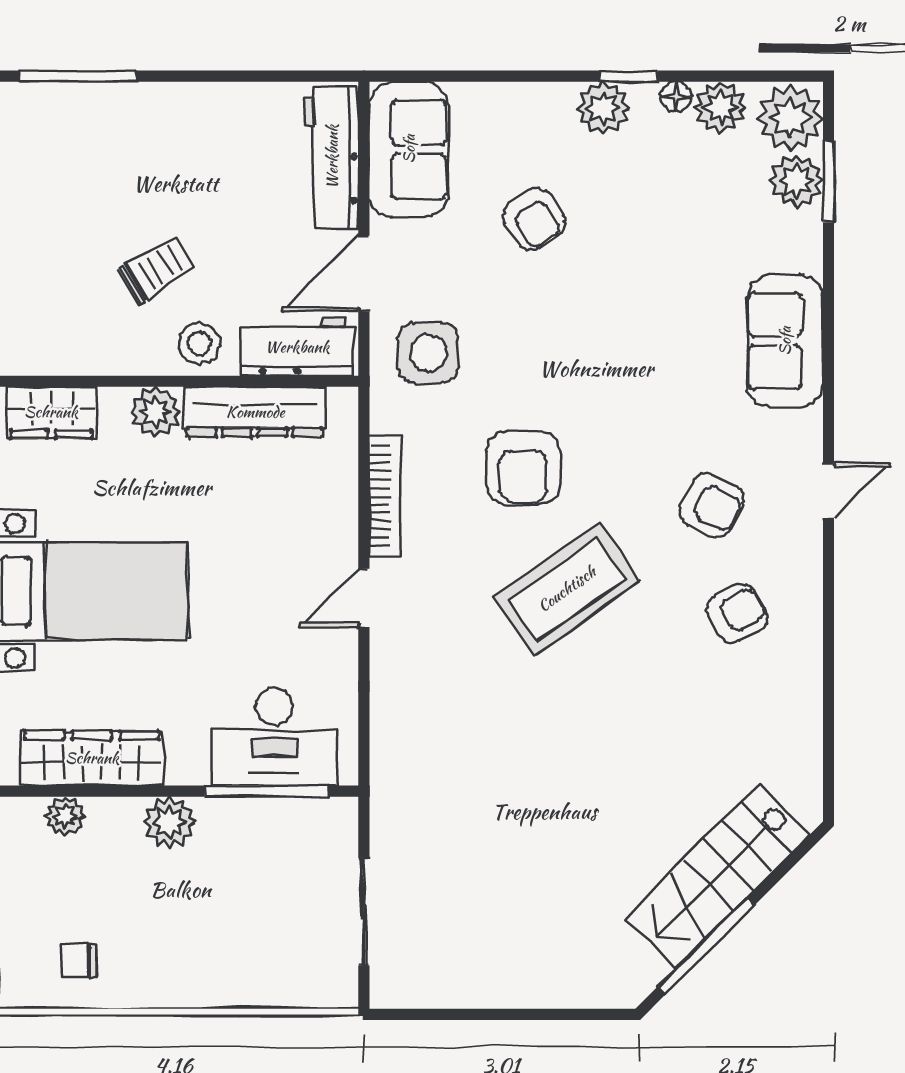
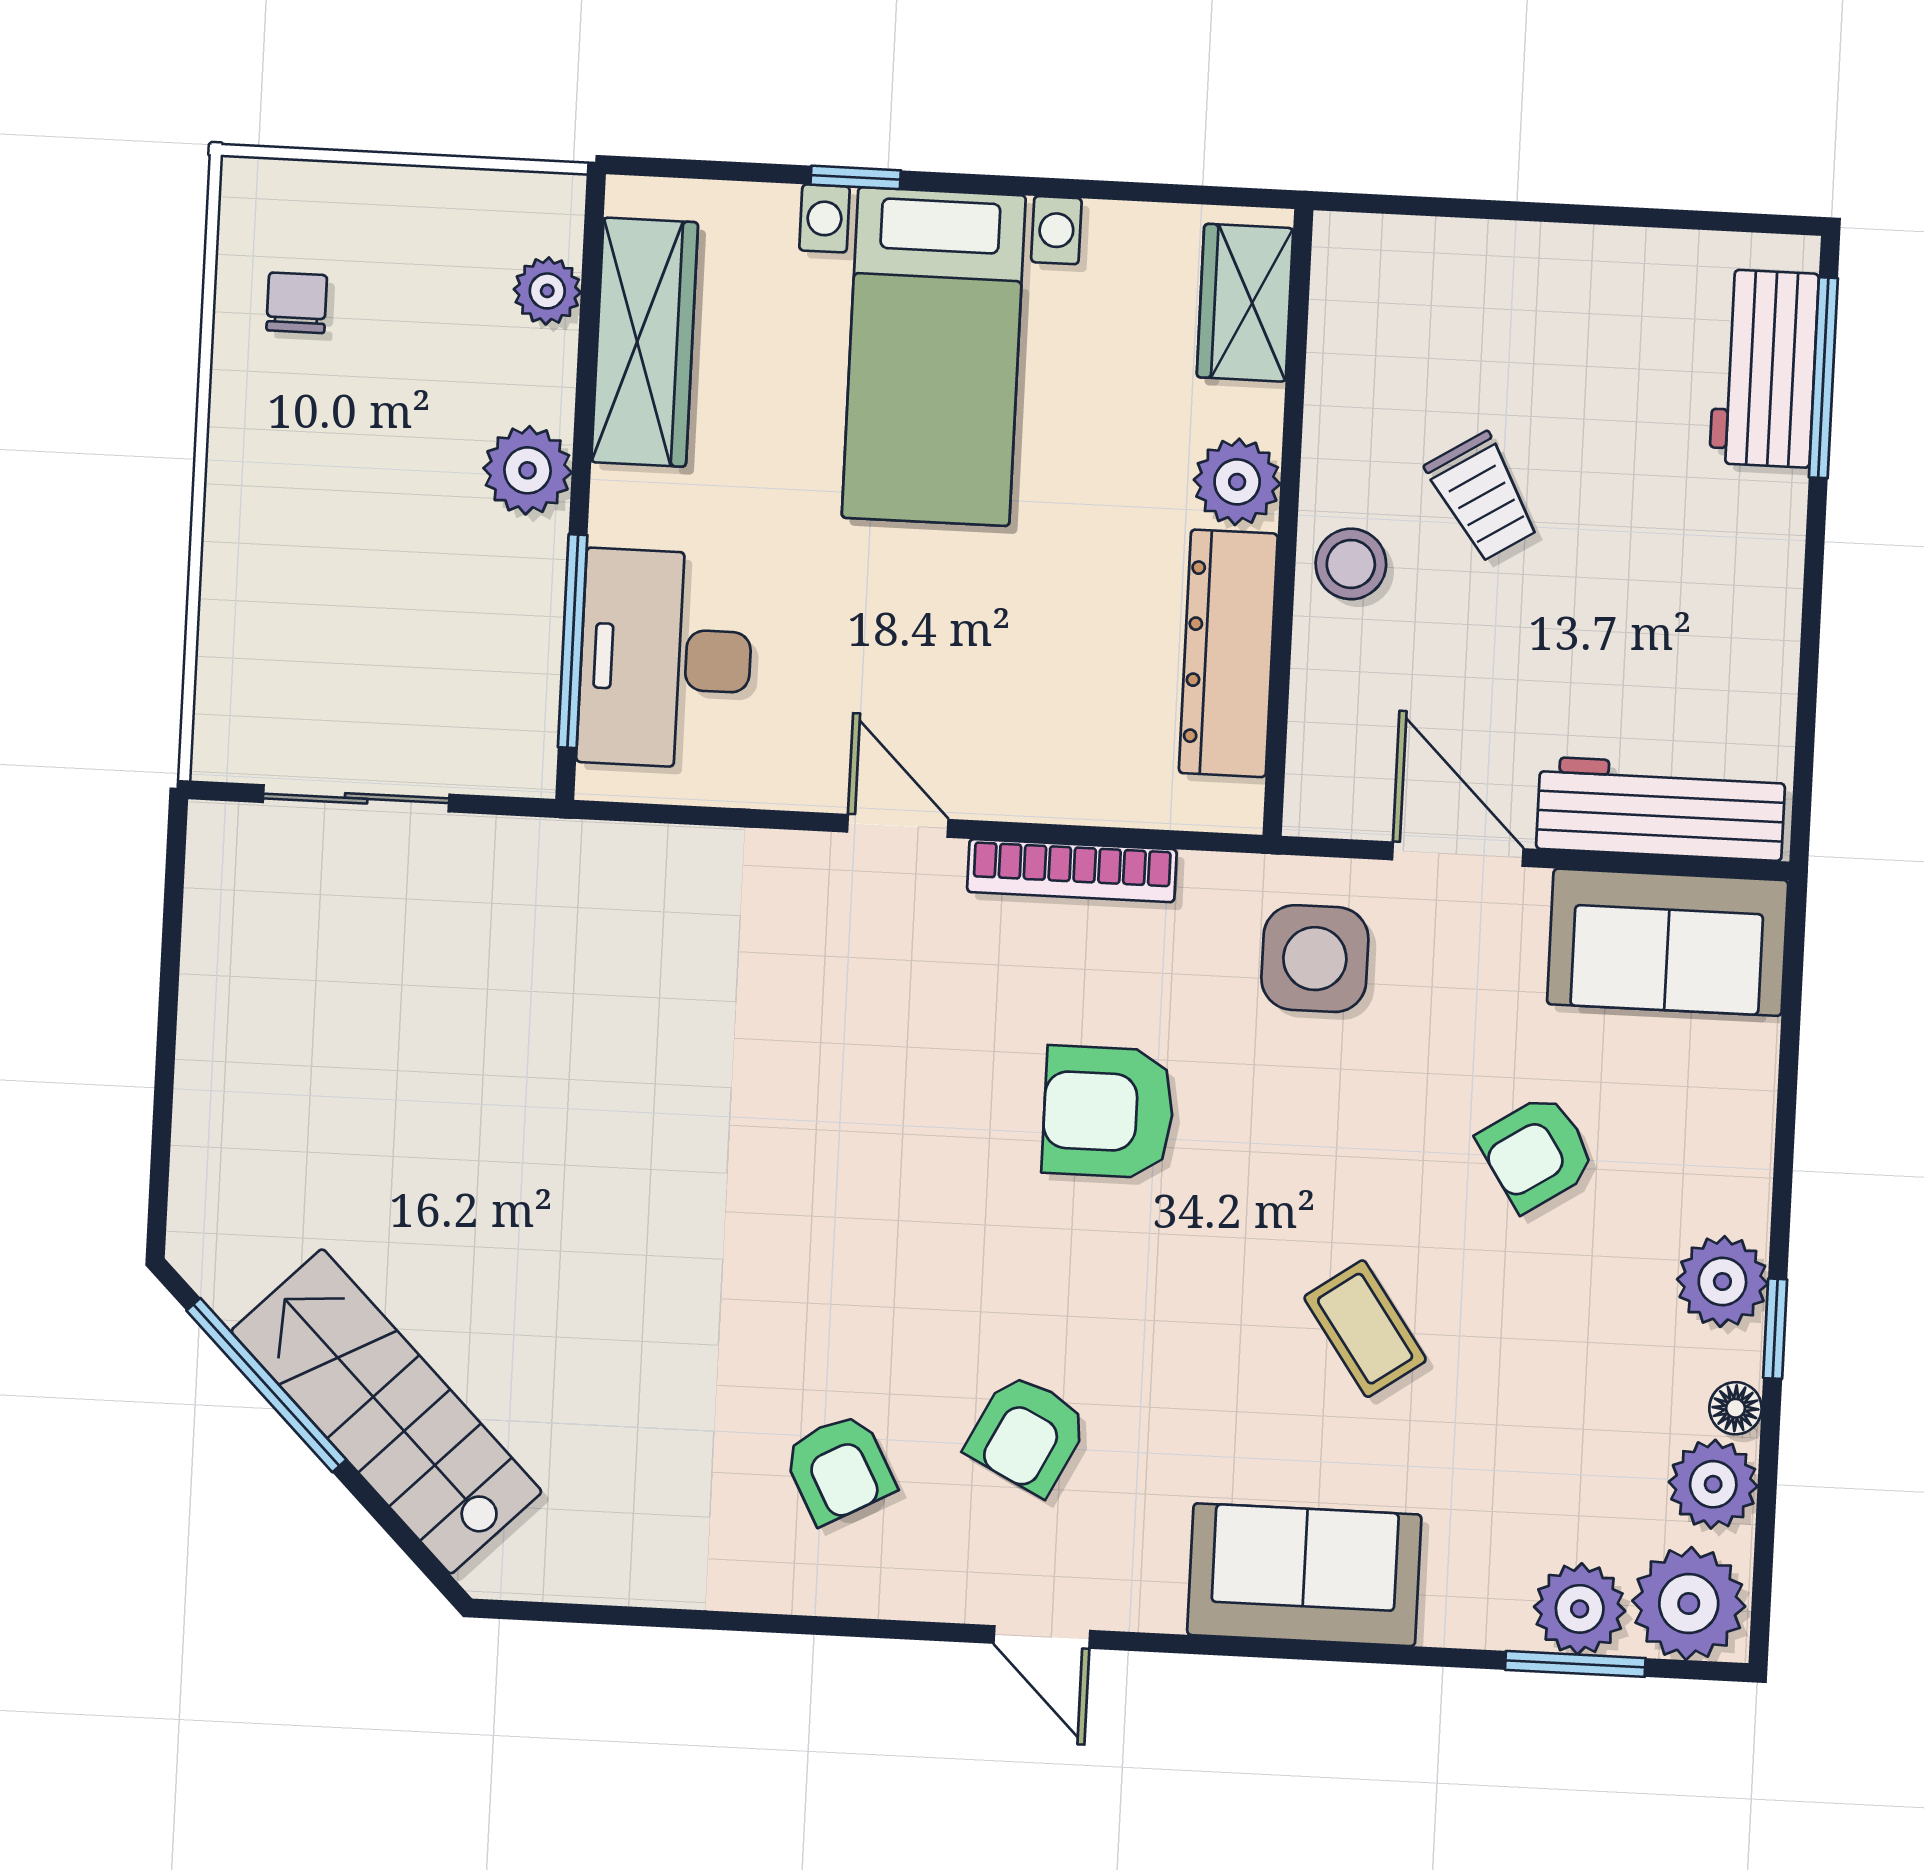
workbench: (297, 347) -> (1764, 368), moved, turned 180
coffee table: (567, 589) -> (1365, 1329), moved, width x0.54, depth x0.58

